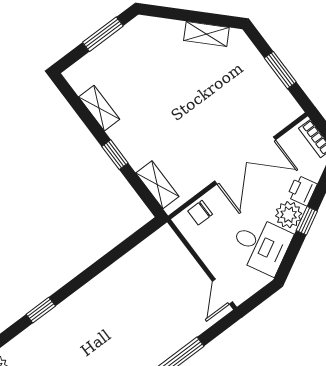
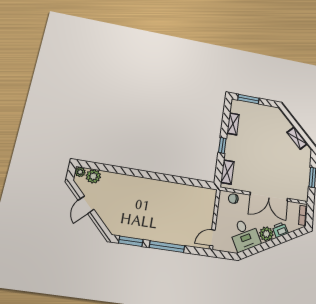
window: (103, 34) -> (248, 99), moved
window: (307, 221) -> (271, 243), removed
window: (41, 310) -> (135, 173), removed

